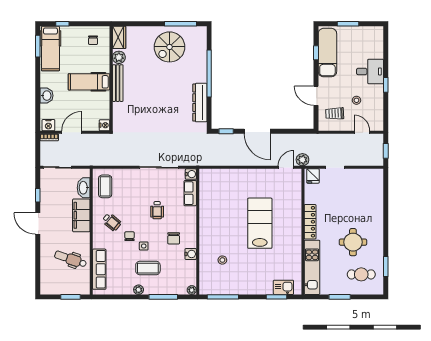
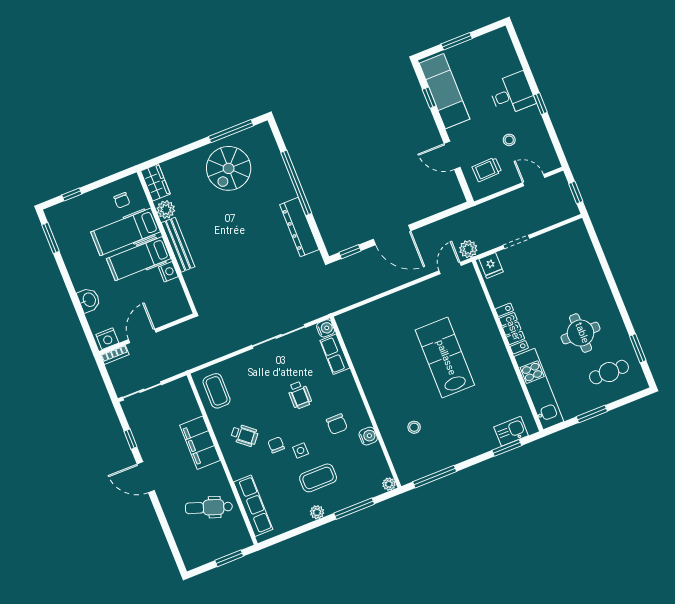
hospital bed: (50, 48) -> (126, 232), moved, turned 90
nightstand: (105, 125) -> (168, 272), moved
washbasin: (84, 188) -> (188, 404), removed

